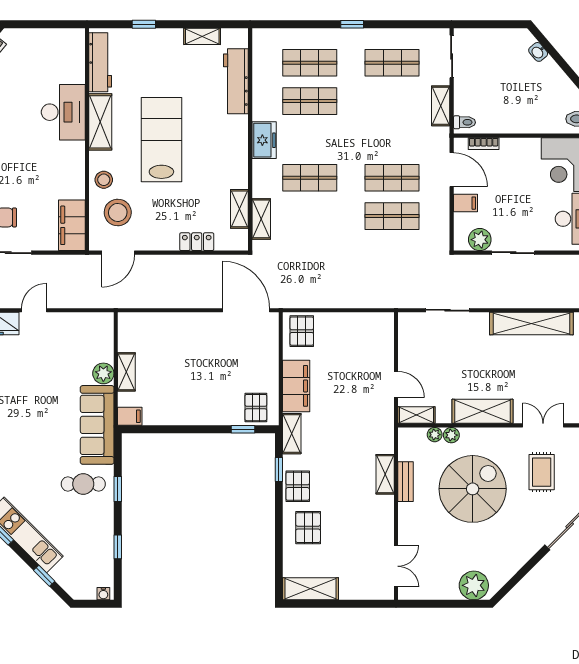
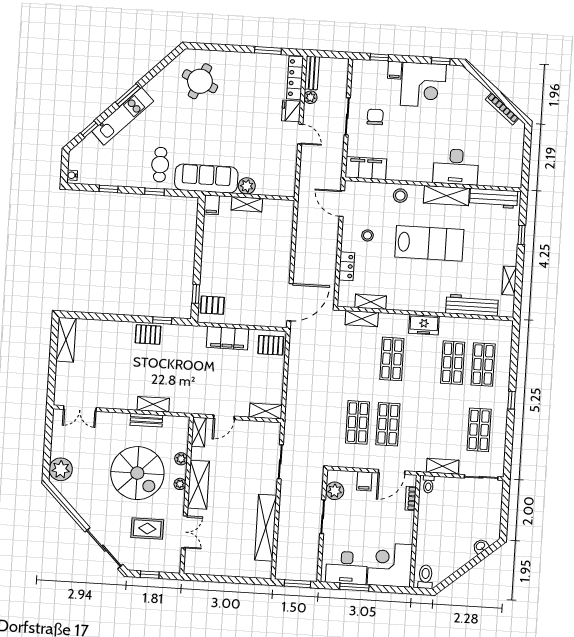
stool: (118, 212) -> (367, 235), moved, width x0.53, depth x0.53
shelving: (292, 434) -> (266, 411), moved
plant: (435, 435) -> (180, 484), moved
pallet: (308, 528) -> (115, 341), removed

